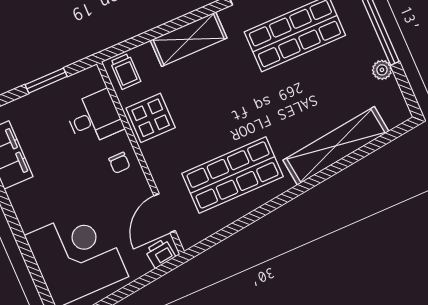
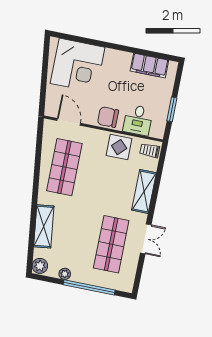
plant: (395, 113) -> (40, 266), added
shelving: (336, 146) -> (44, 226), width x0.68
chair: (119, 163) -> (108, 117), width x1.87, depth x1.87
printer: (160, 253) -> (51, 106), removed

